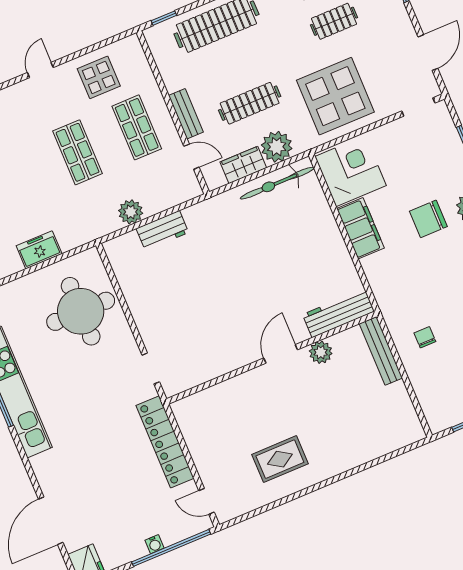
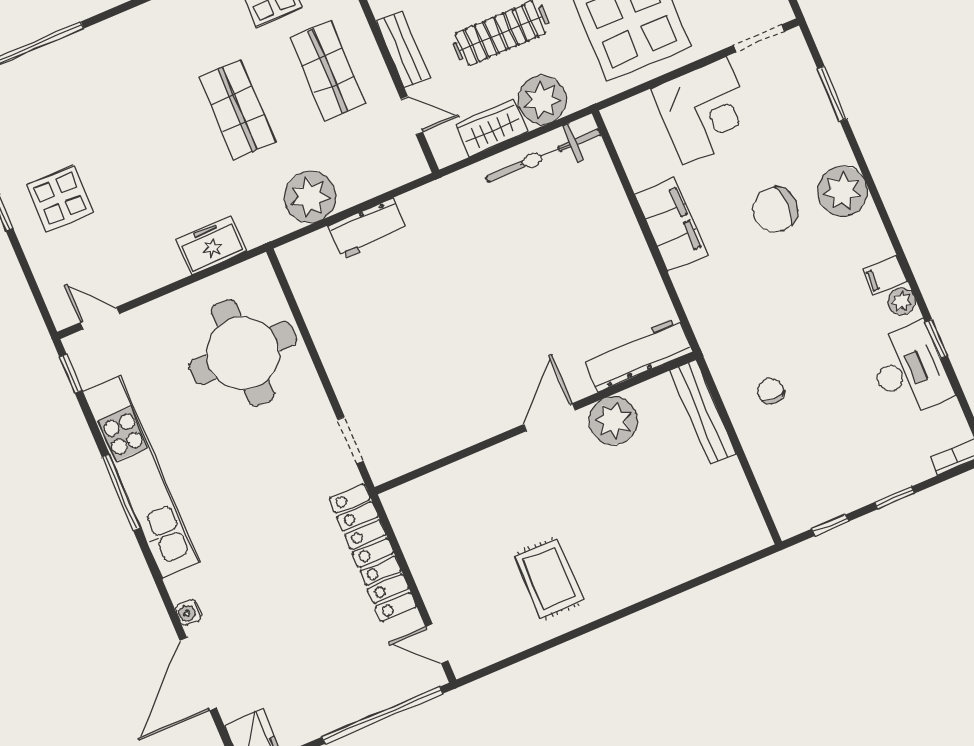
corner desk: (351, 171) -> (705, 111), moved, turned 90
plant: (131, 212) -> (310, 197), width x1.36, depth x1.36
freezer: (39, 250) -> (211, 245), moved
plant: (321, 352) -> (613, 420), width x1.36, depth x1.36
rug: (280, 459) -> (549, 578), turned 90
water cooler: (155, 544) -> (189, 613), moved, turned 90

